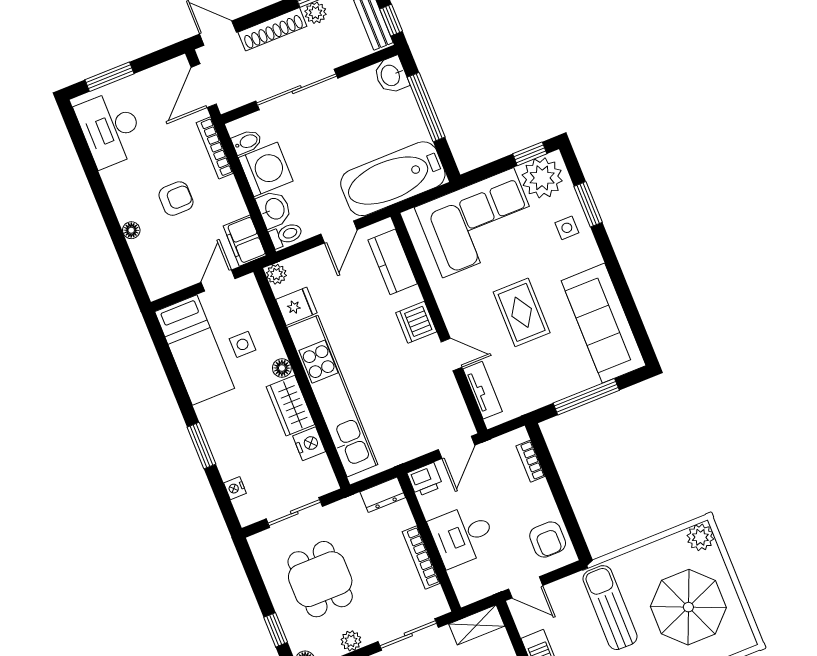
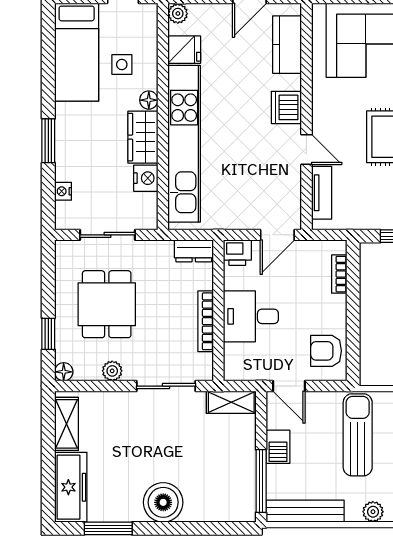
armchair: (548, 539) -> (326, 351), turned 90

